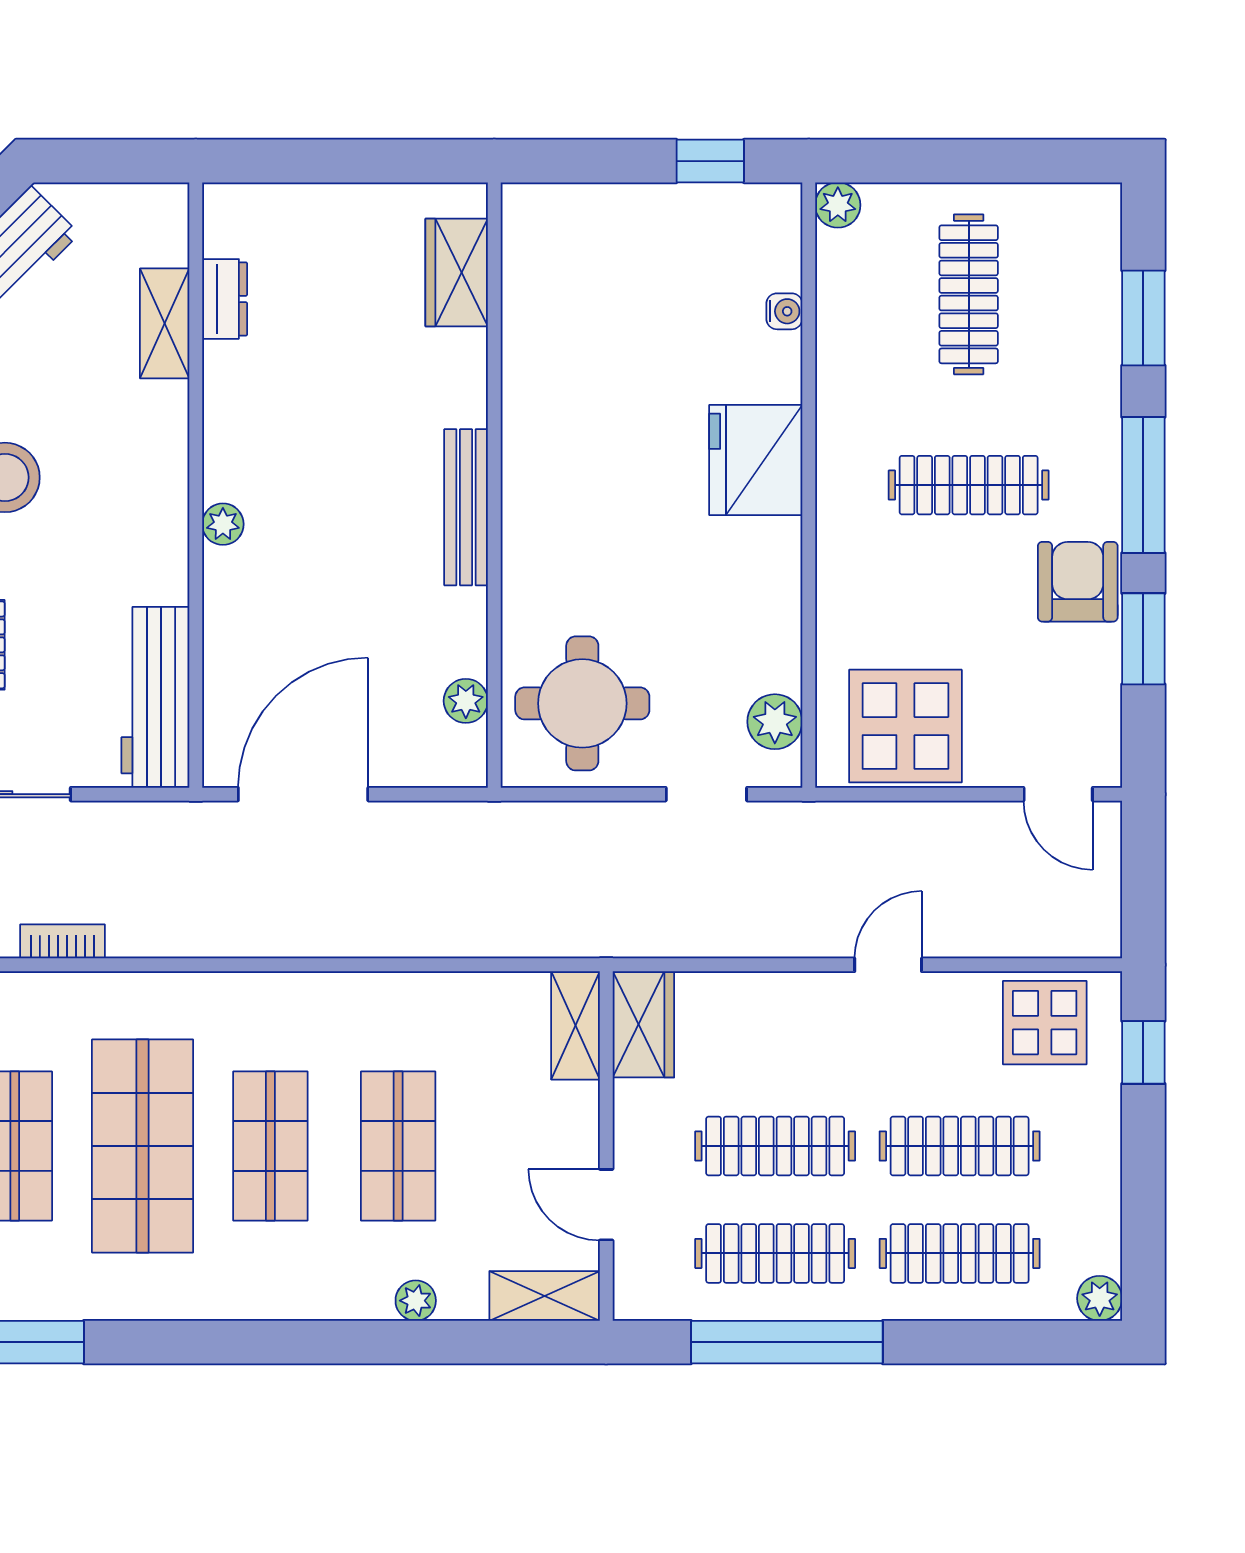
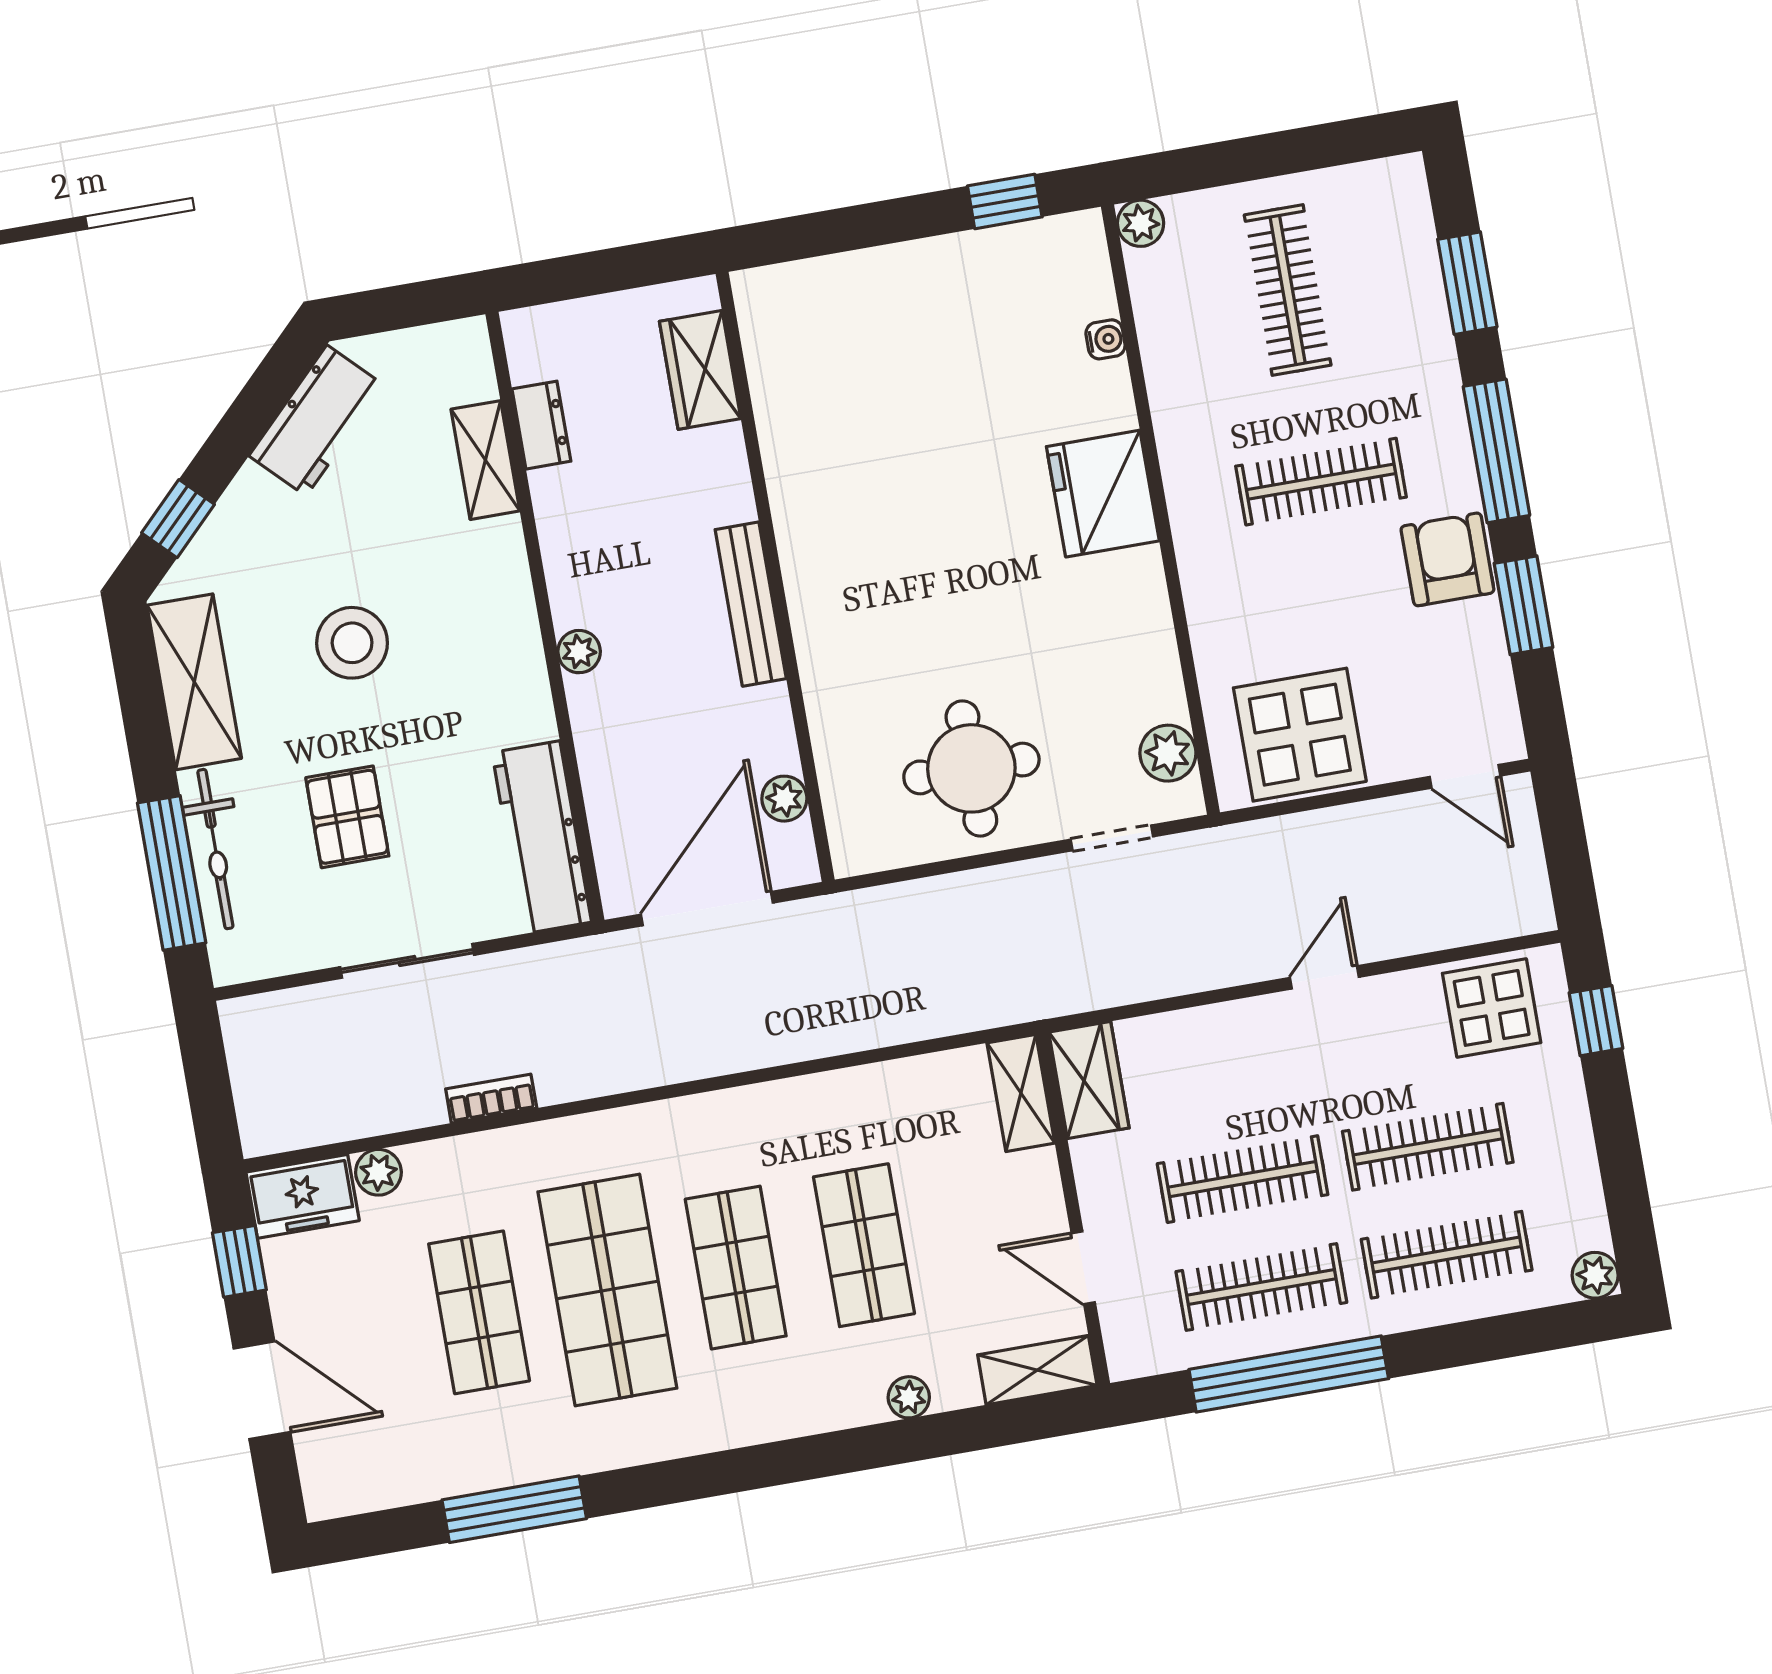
wardrobe: (457, 272) -> (700, 370), moved
wall: (494, 485) -> (775, 577), moved
bench: (466, 507) -> (751, 604), moved
plant: (466, 701) -> (784, 799), moved

